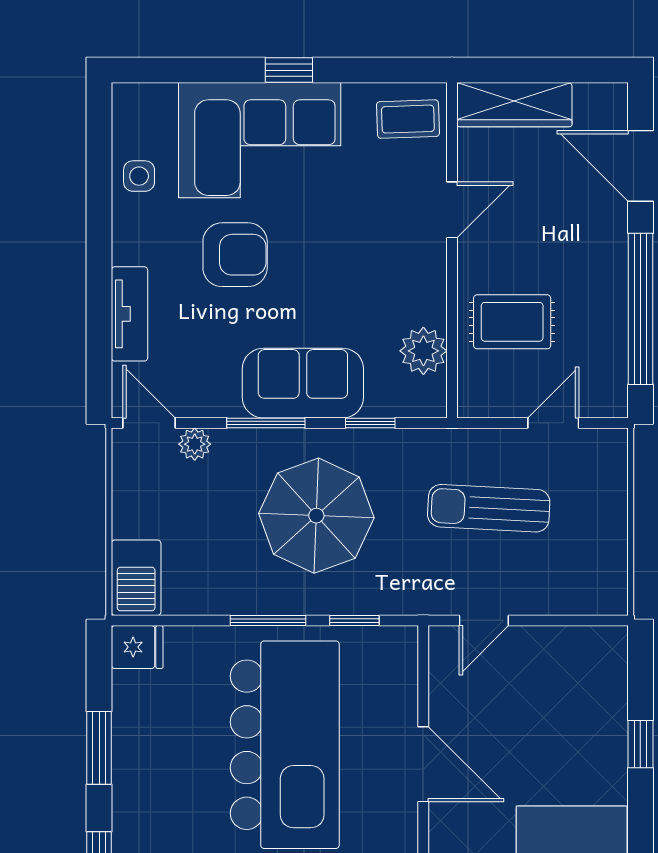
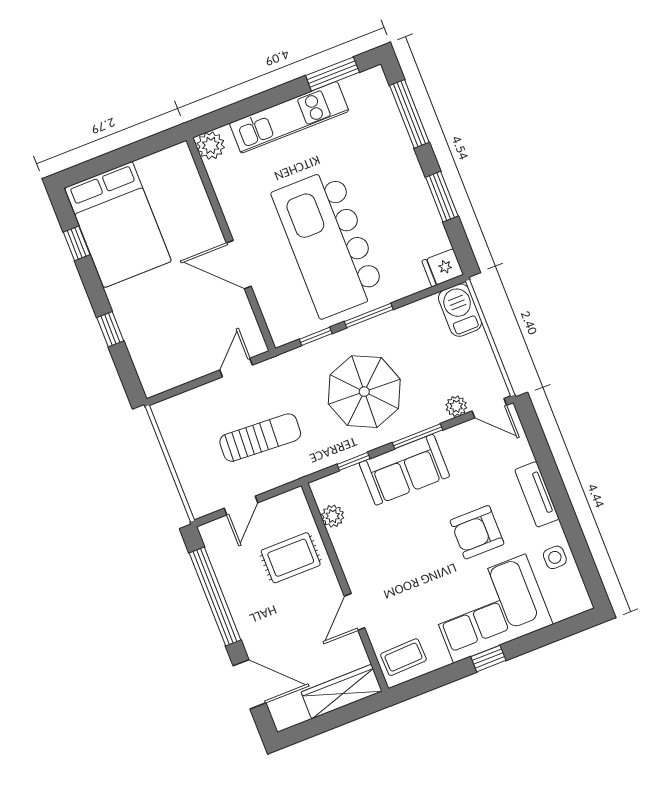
tv unit: (129, 314) -> (537, 494), moved
plant: (423, 351) -> (333, 516), width x0.73, depth x0.73

